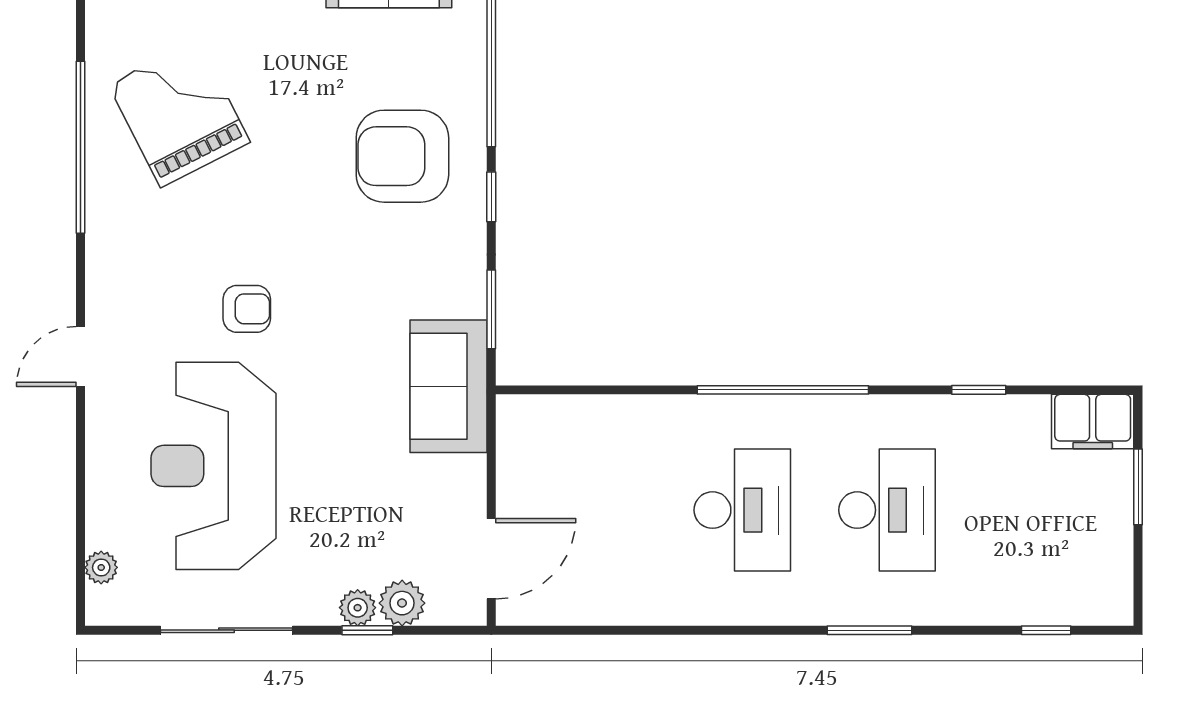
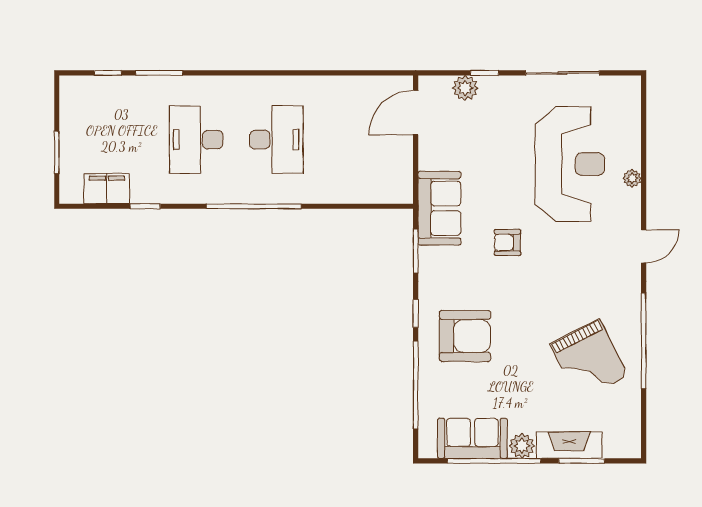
armchair: (247, 309) -> (507, 242), moved
door: (80, 356) -> (644, 246), moved
filing cabinet: (1093, 422) -> (107, 189), moved
desk: (742, 510) -> (276, 140), turned 180
plant: (101, 567) -> (632, 178), moved
plant: (358, 608) -> (490, 85), removed
window: (870, 630) -> (159, 73), moved

